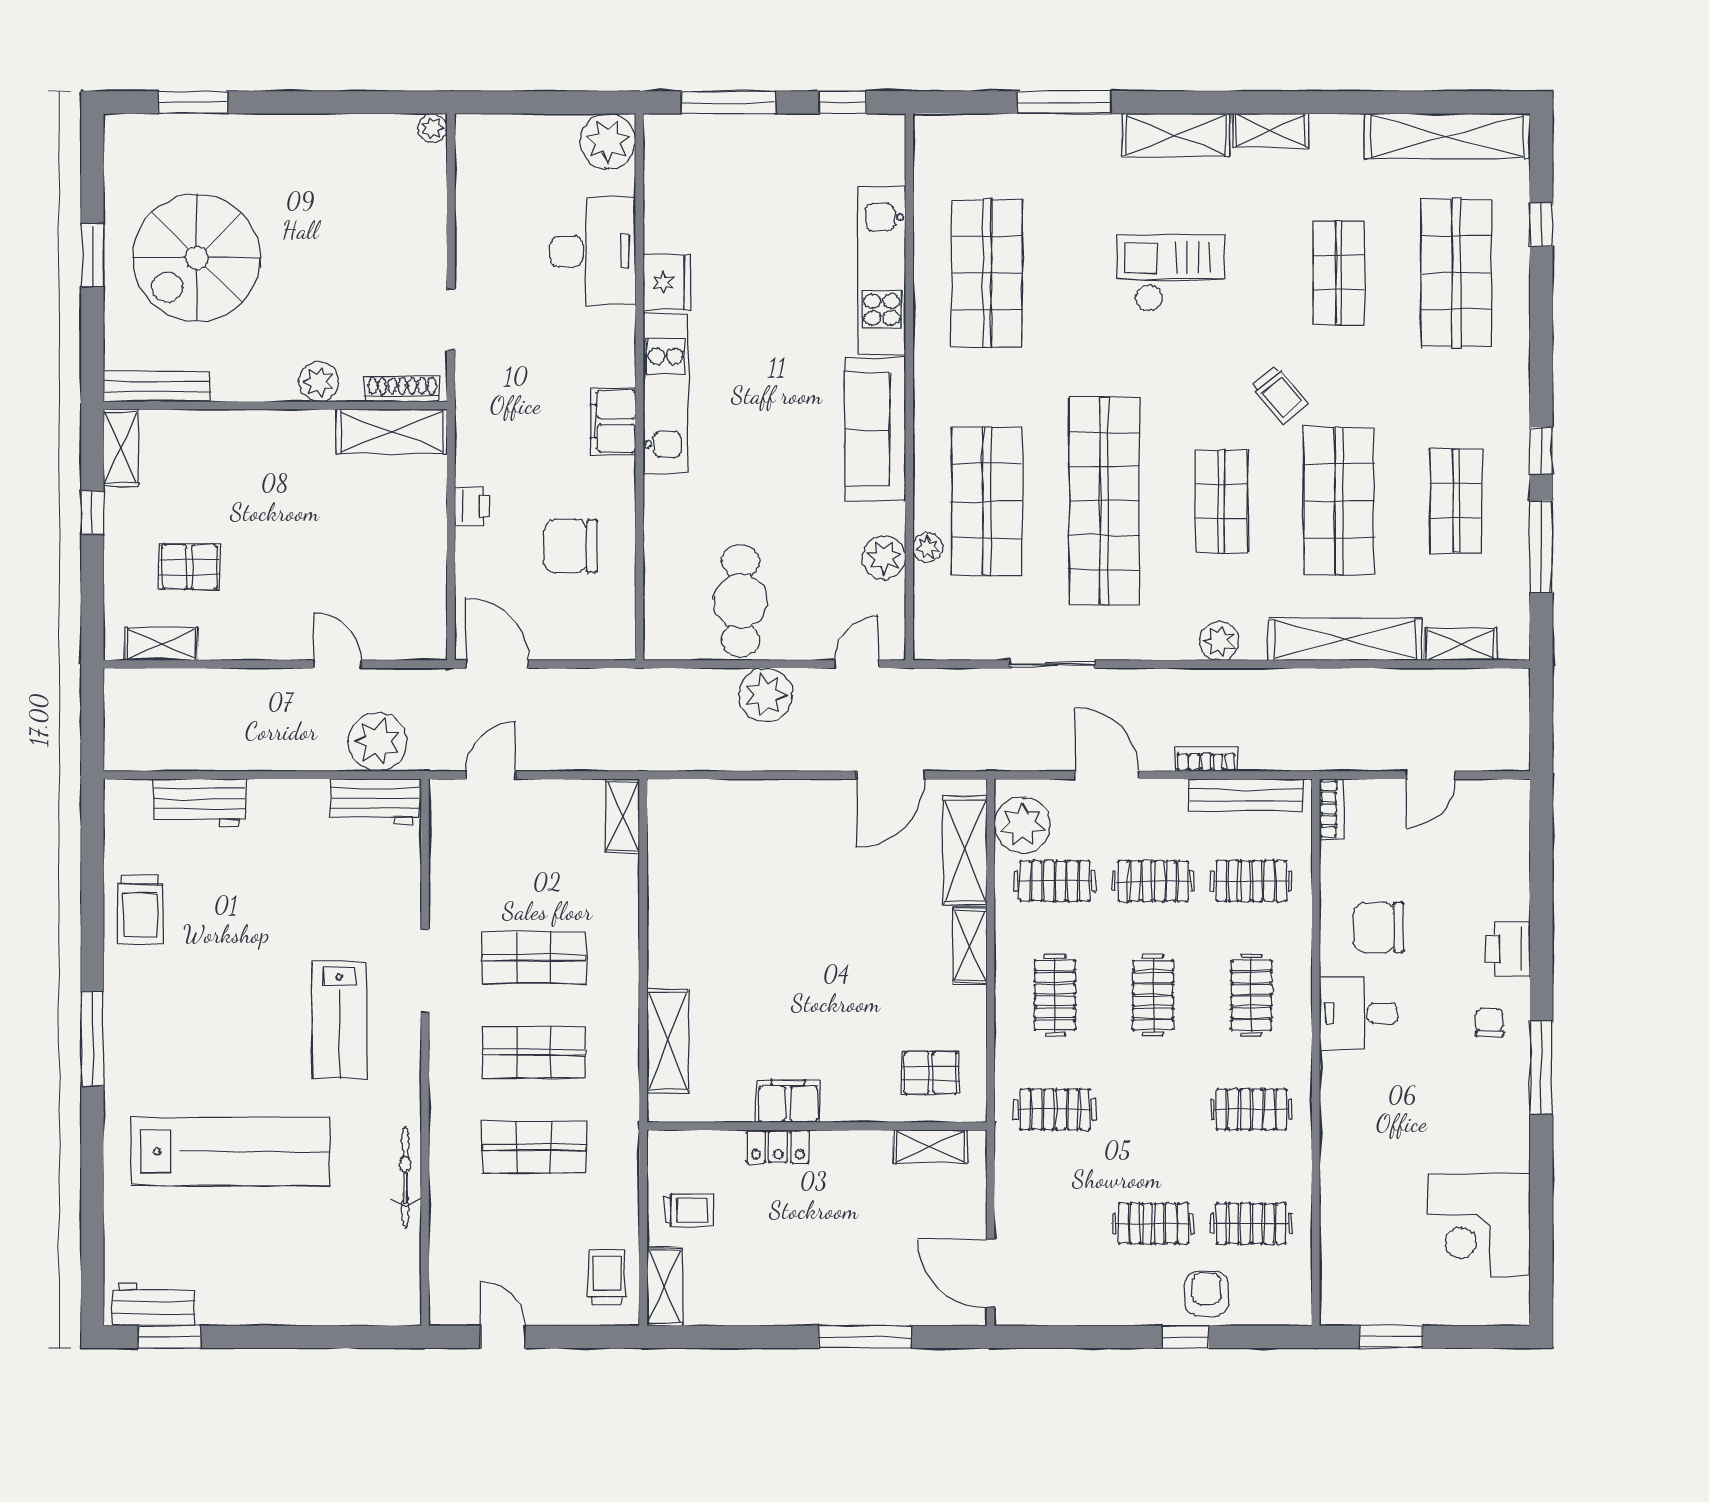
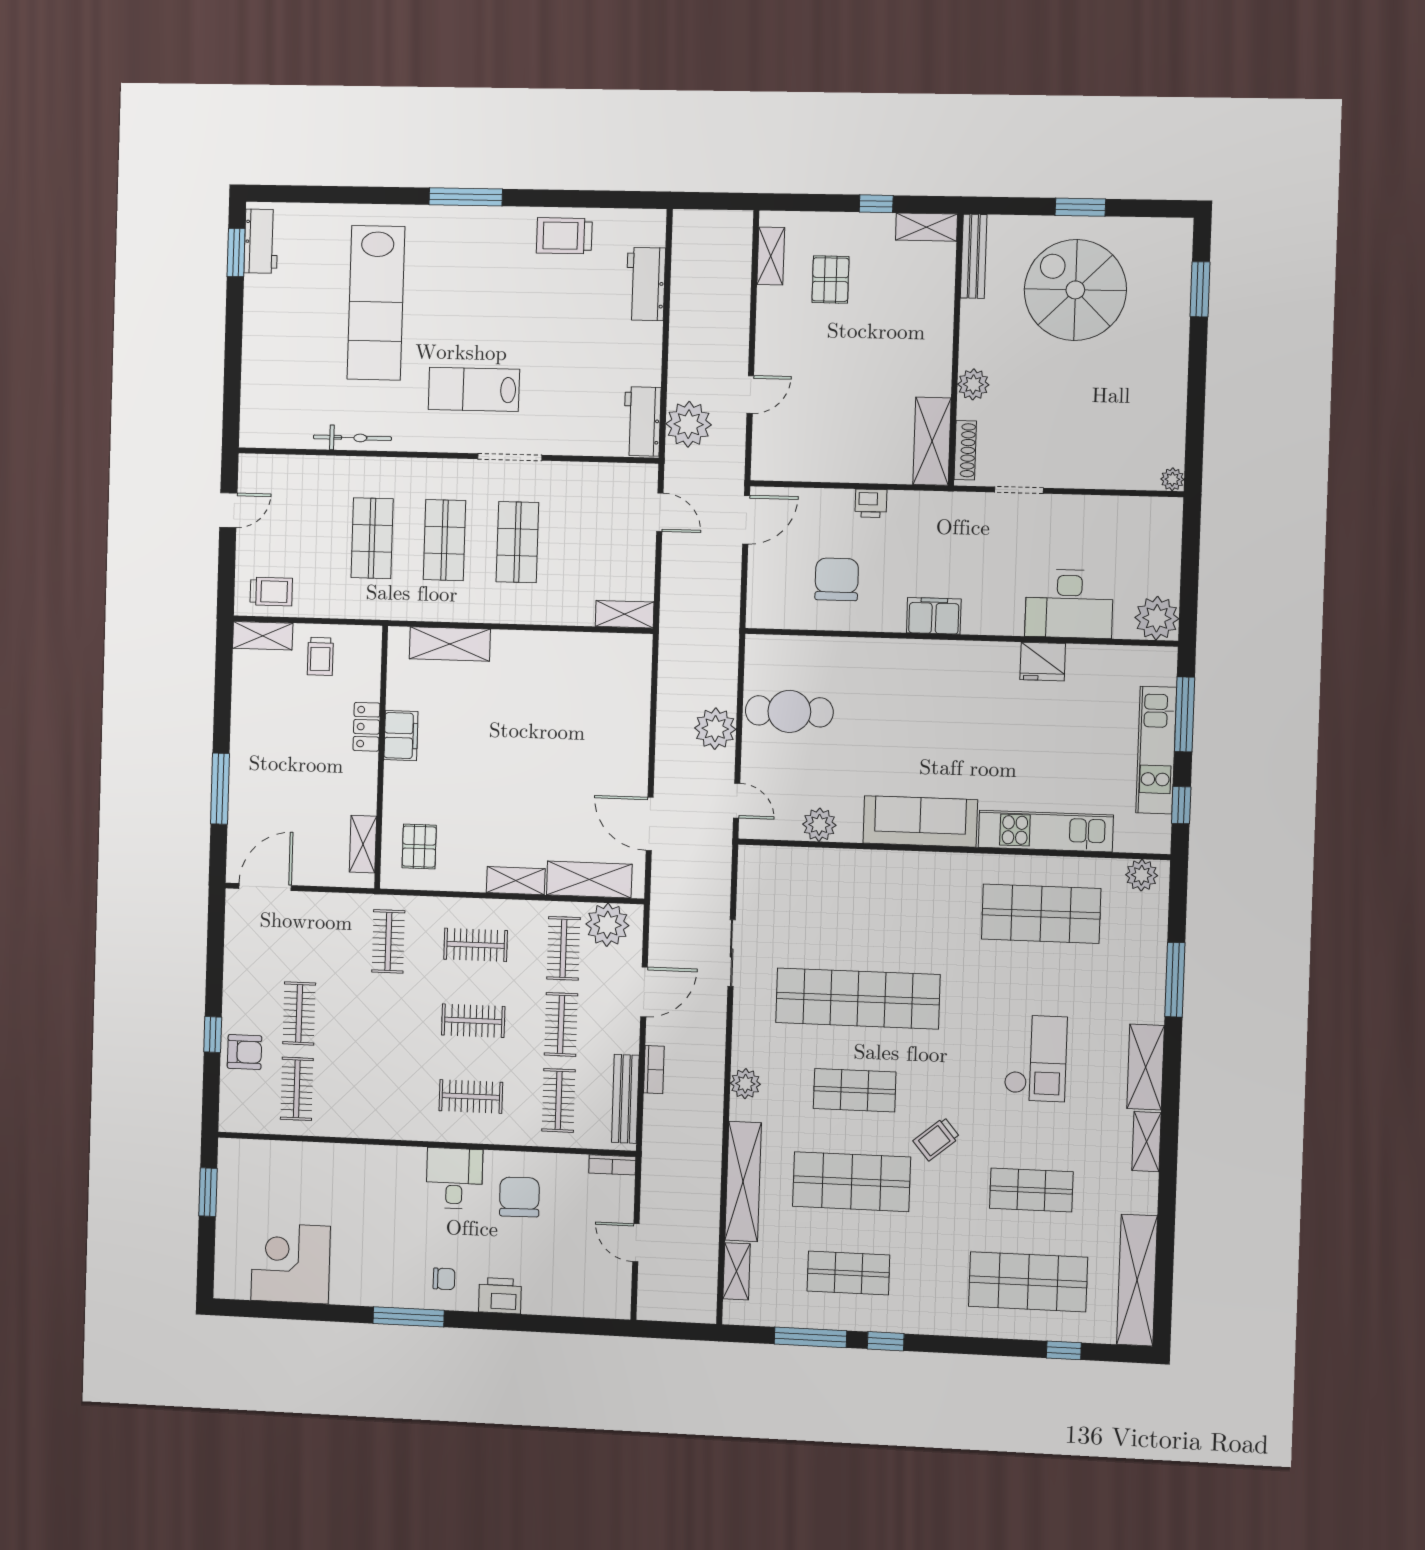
kitchen unit: (666, 393) -> (1156, 750), moved, turned 90
shop shelf: (987, 501) -> (861, 907), removed
plant: (928, 547) -> (1142, 875), moved, width x1.38, depth x1.38
clothes rail: (1251, 1109) -> (384, 1093), removed

